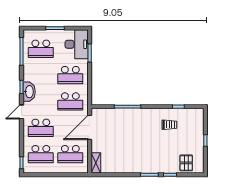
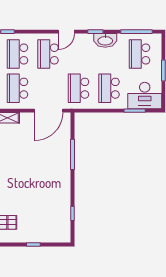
washbasin: (29, 92) -> (105, 40), moved
door: (22, 112) -> (66, 32), swing flipped
trolley: (169, 125) -> (52, 203), removed
door: (90, 127) -> (49, 111), swing flipped

